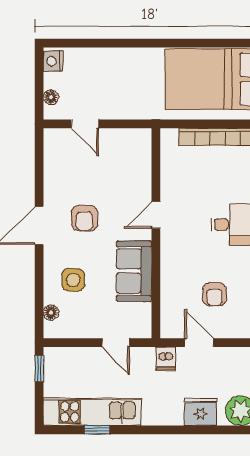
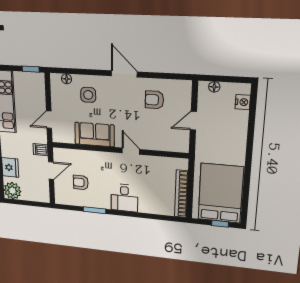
nightstand: (53, 61) -> (243, 102), moved, turned 90
door: (85, 124) -> (193, 121), moved
armchair: (85, 218) -> (154, 100), moved

